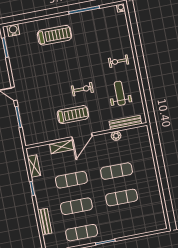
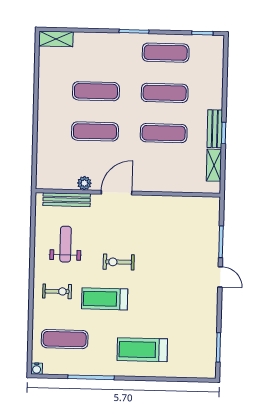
water cooler: (13, 30) -> (201, 370), removed
exercise mat: (107, 31) -> (65, 339), added
weight bench: (120, 93) -> (66, 244), turned 180
treadmill: (73, 115) -> (105, 299), moved
door: (82, 136) -> (117, 193), moved
shelving: (62, 147) -> (56, 39), moved
bench: (45, 221) -> (215, 129), moved

